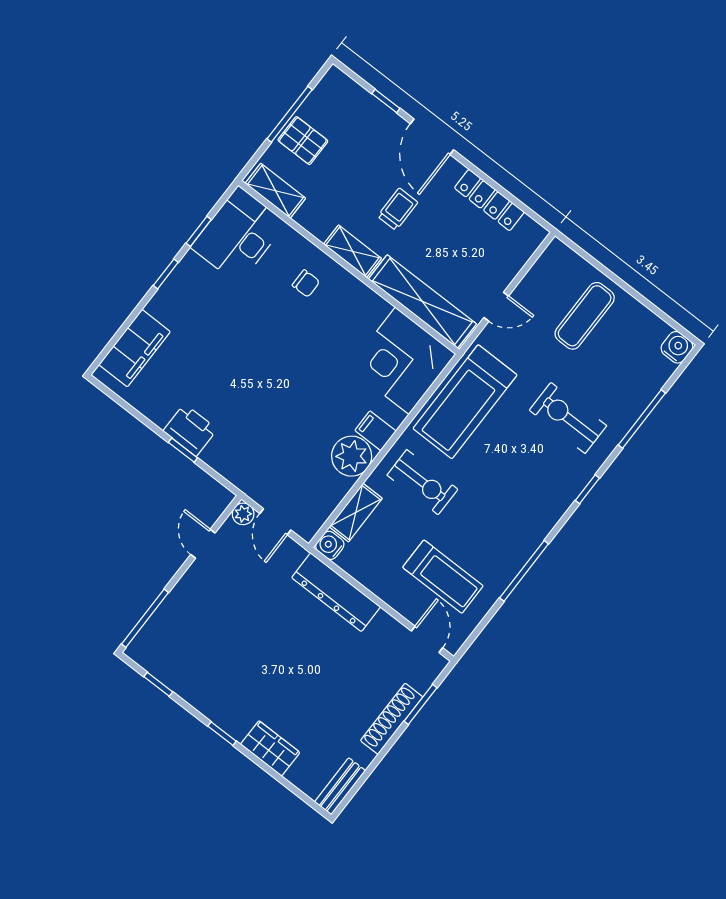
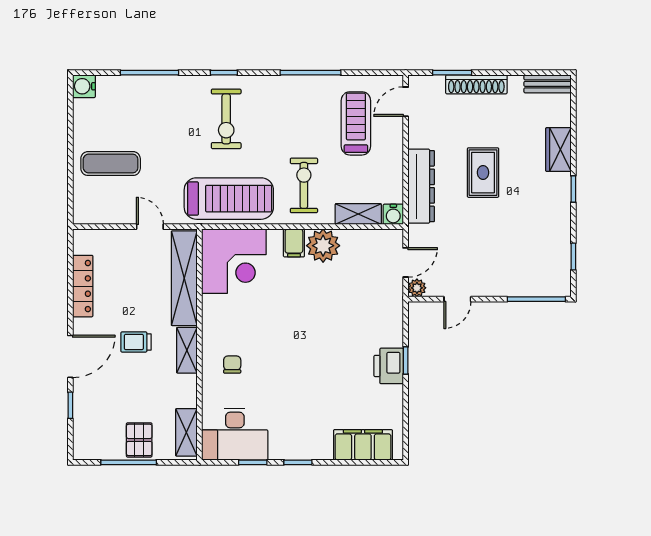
exercise bike: (568, 418) -> (226, 119), moved
rug: (304, 661) -> (483, 173), added

